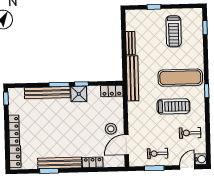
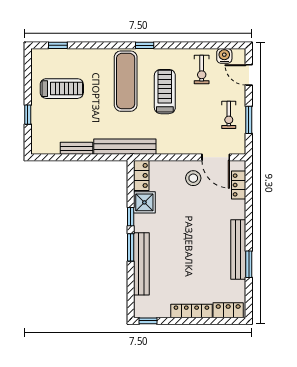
shower: (79, 94) -> (144, 202), moved
water cooler: (201, 159) -> (224, 56), moved
locker: (93, 162) -> (239, 185), moved

